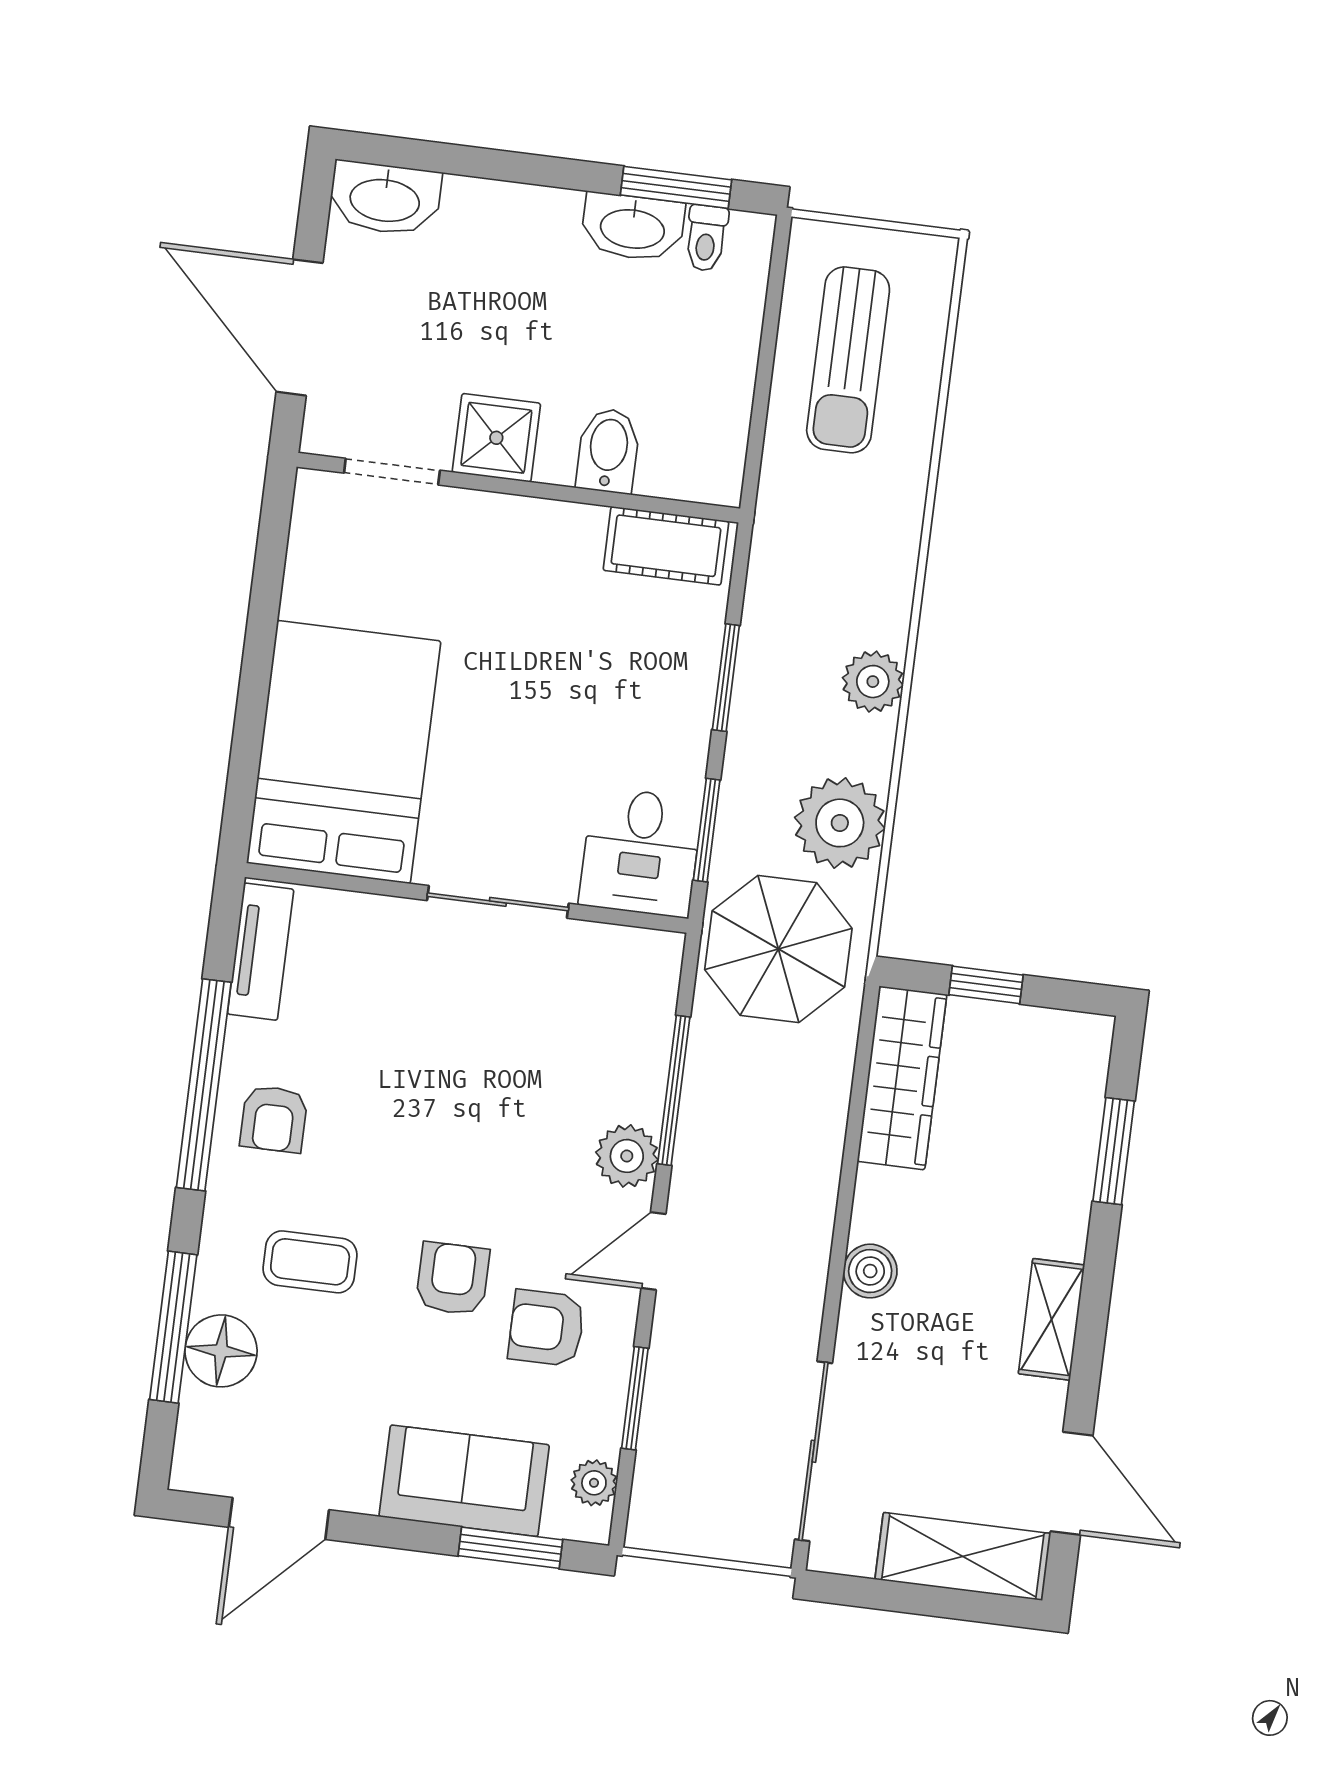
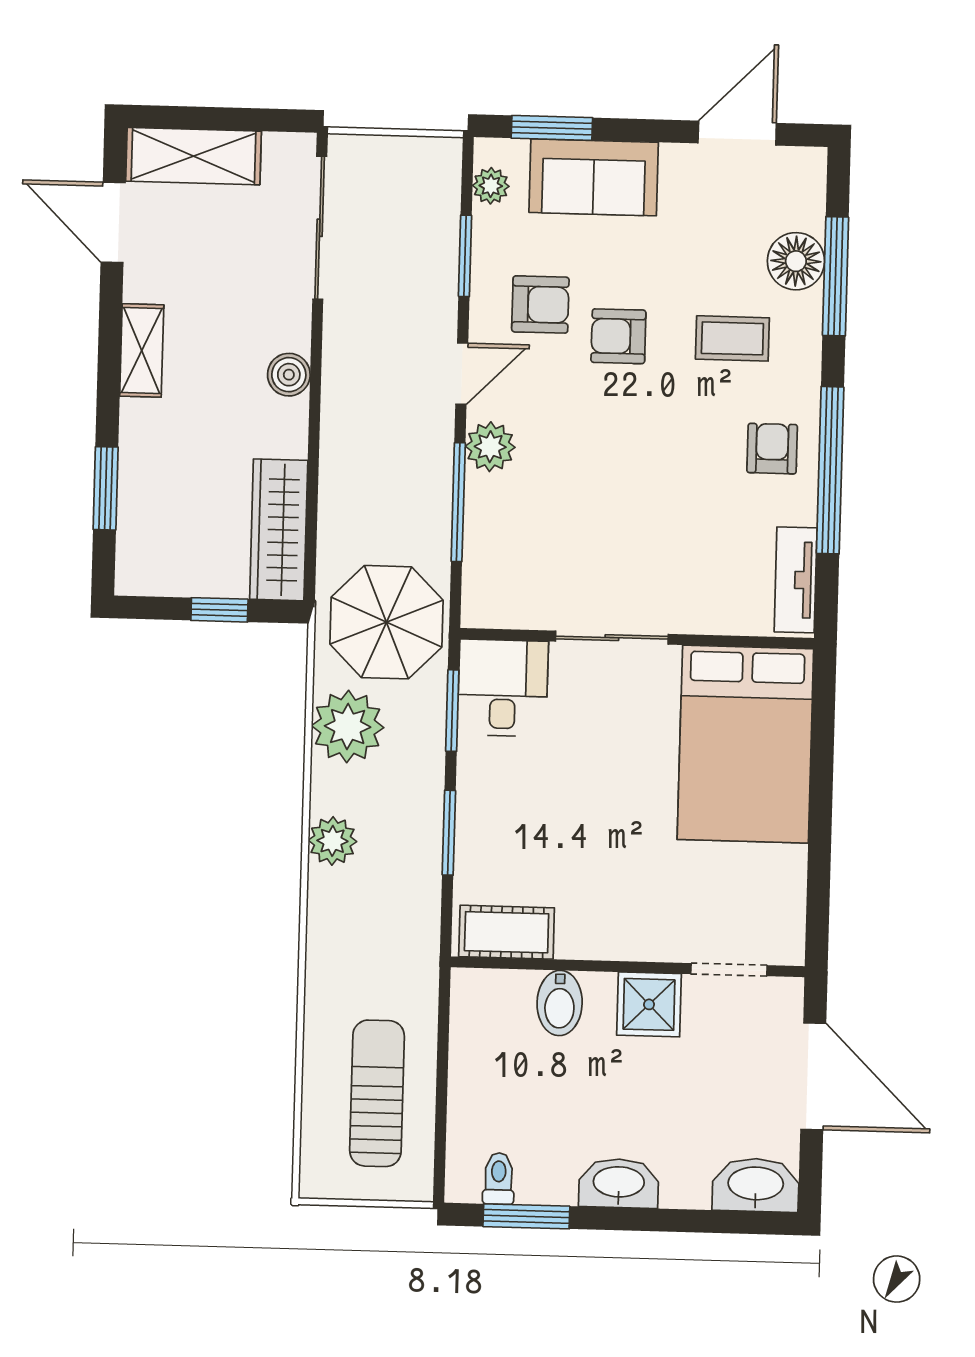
washbasin: (633, 227) -> (619, 1183), moved
armchair: (453, 1279) -> (618, 336), turned 90

